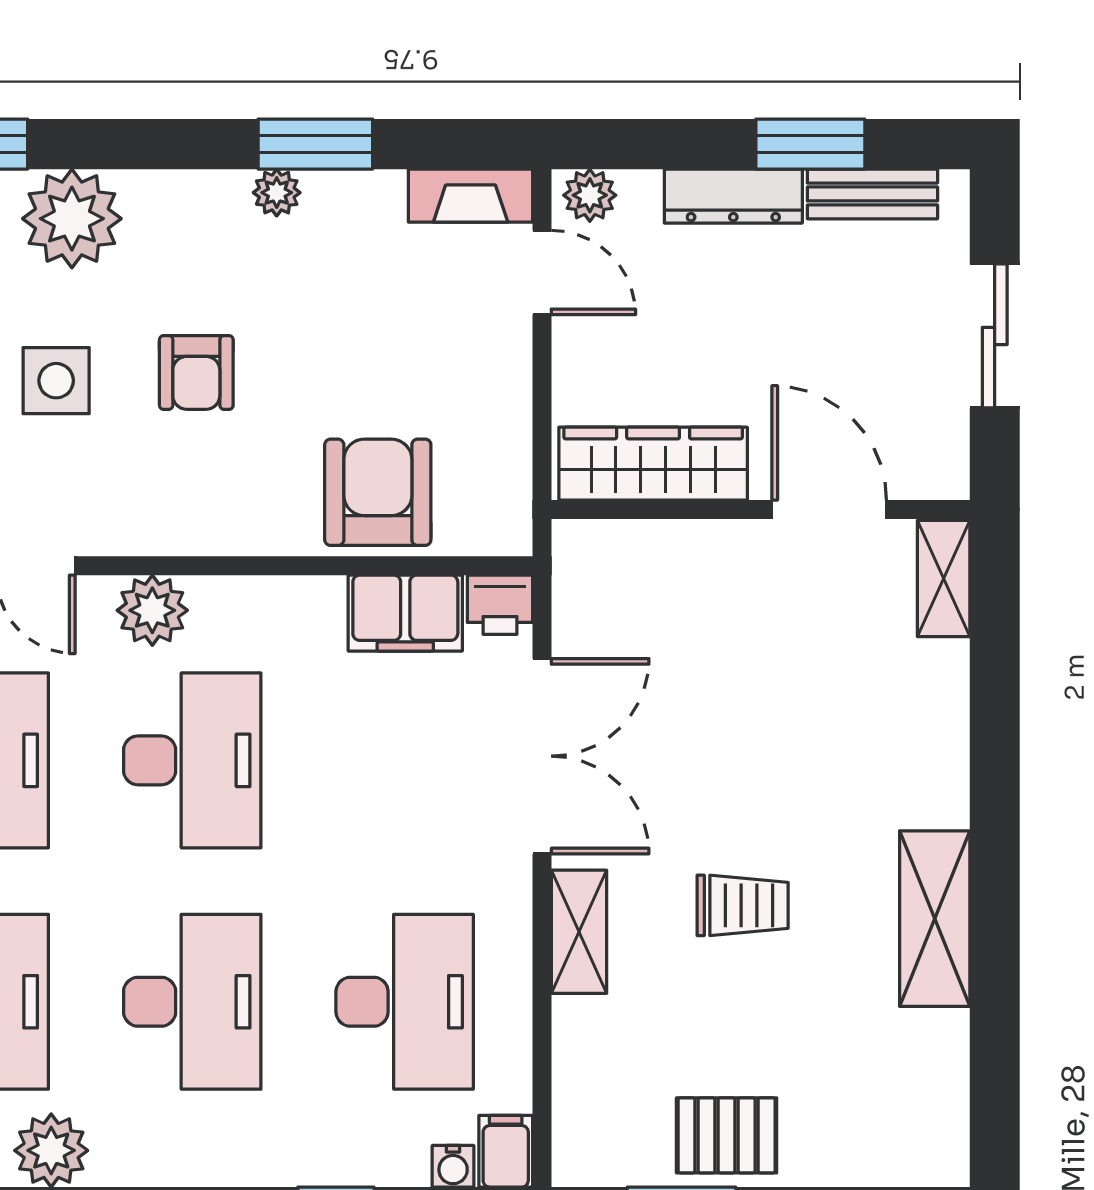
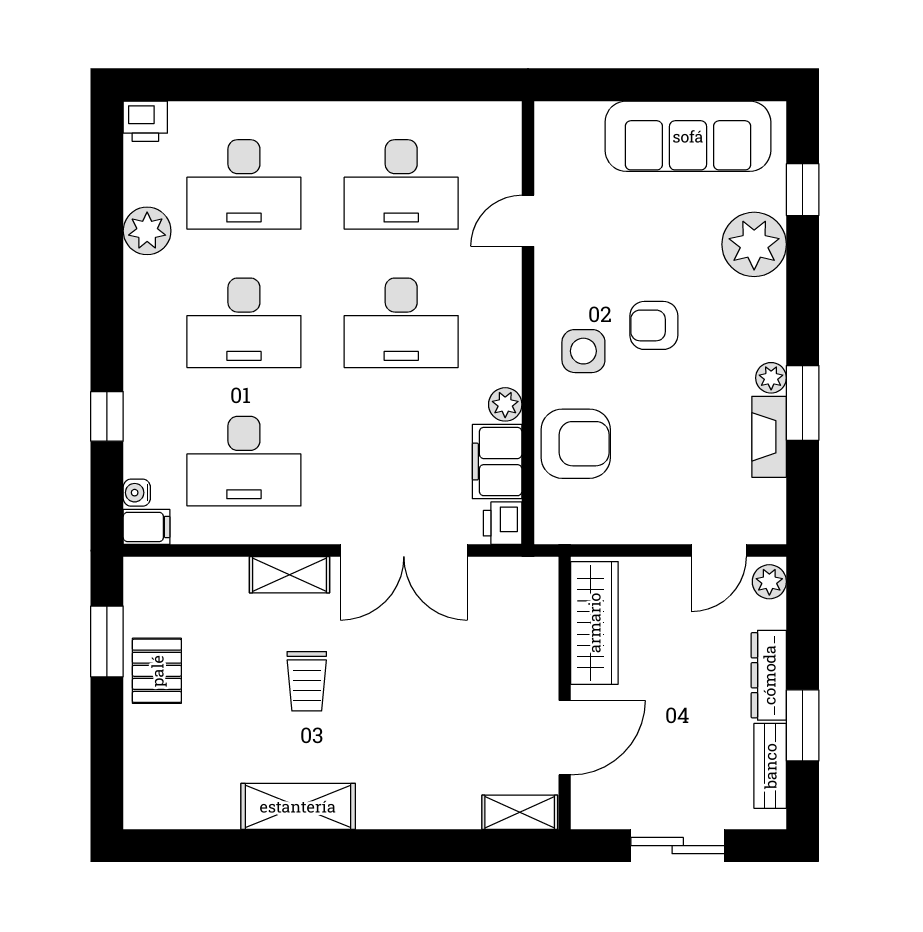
fireplace: (471, 196) -> (769, 437), moved
side table: (56, 381) -> (583, 351), moved
plant: (152, 610) -> (505, 404), moved, width x0.73, depth x0.73

